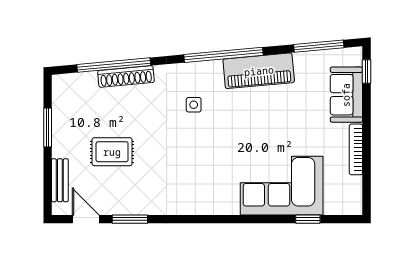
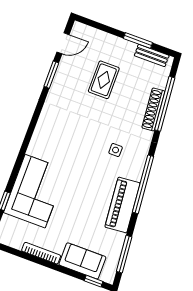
bench: (60, 180) -> (152, 55), moved

